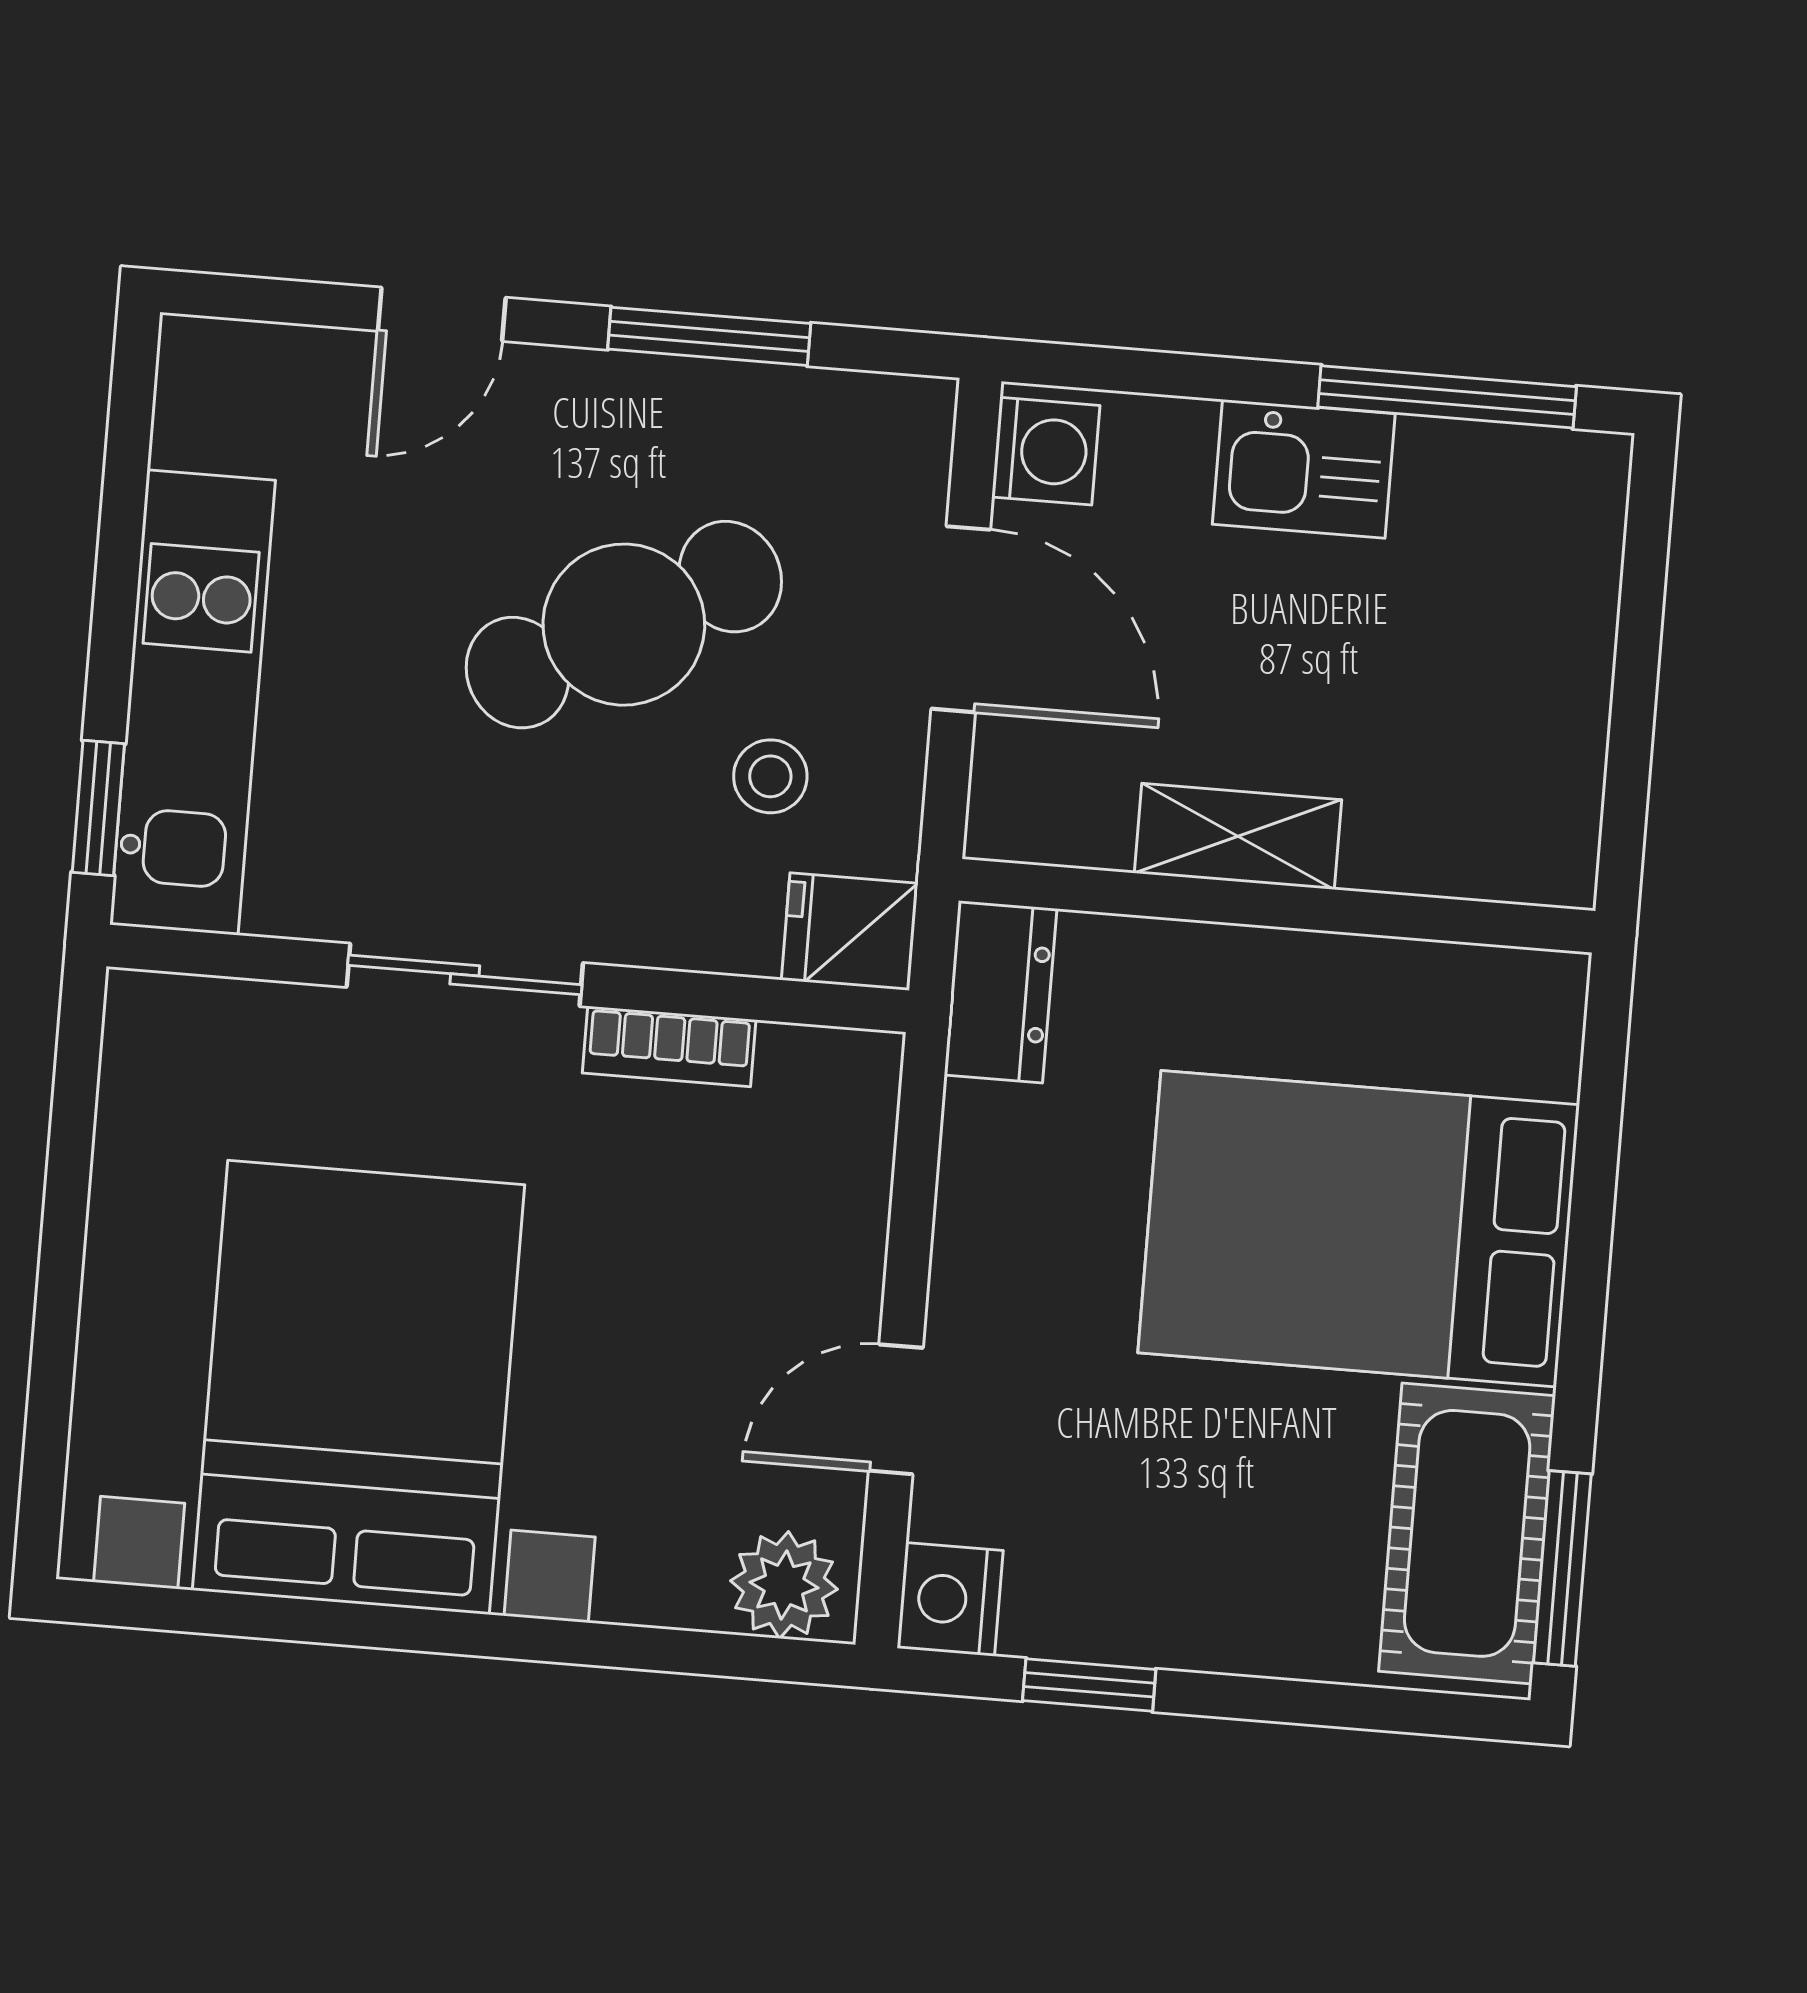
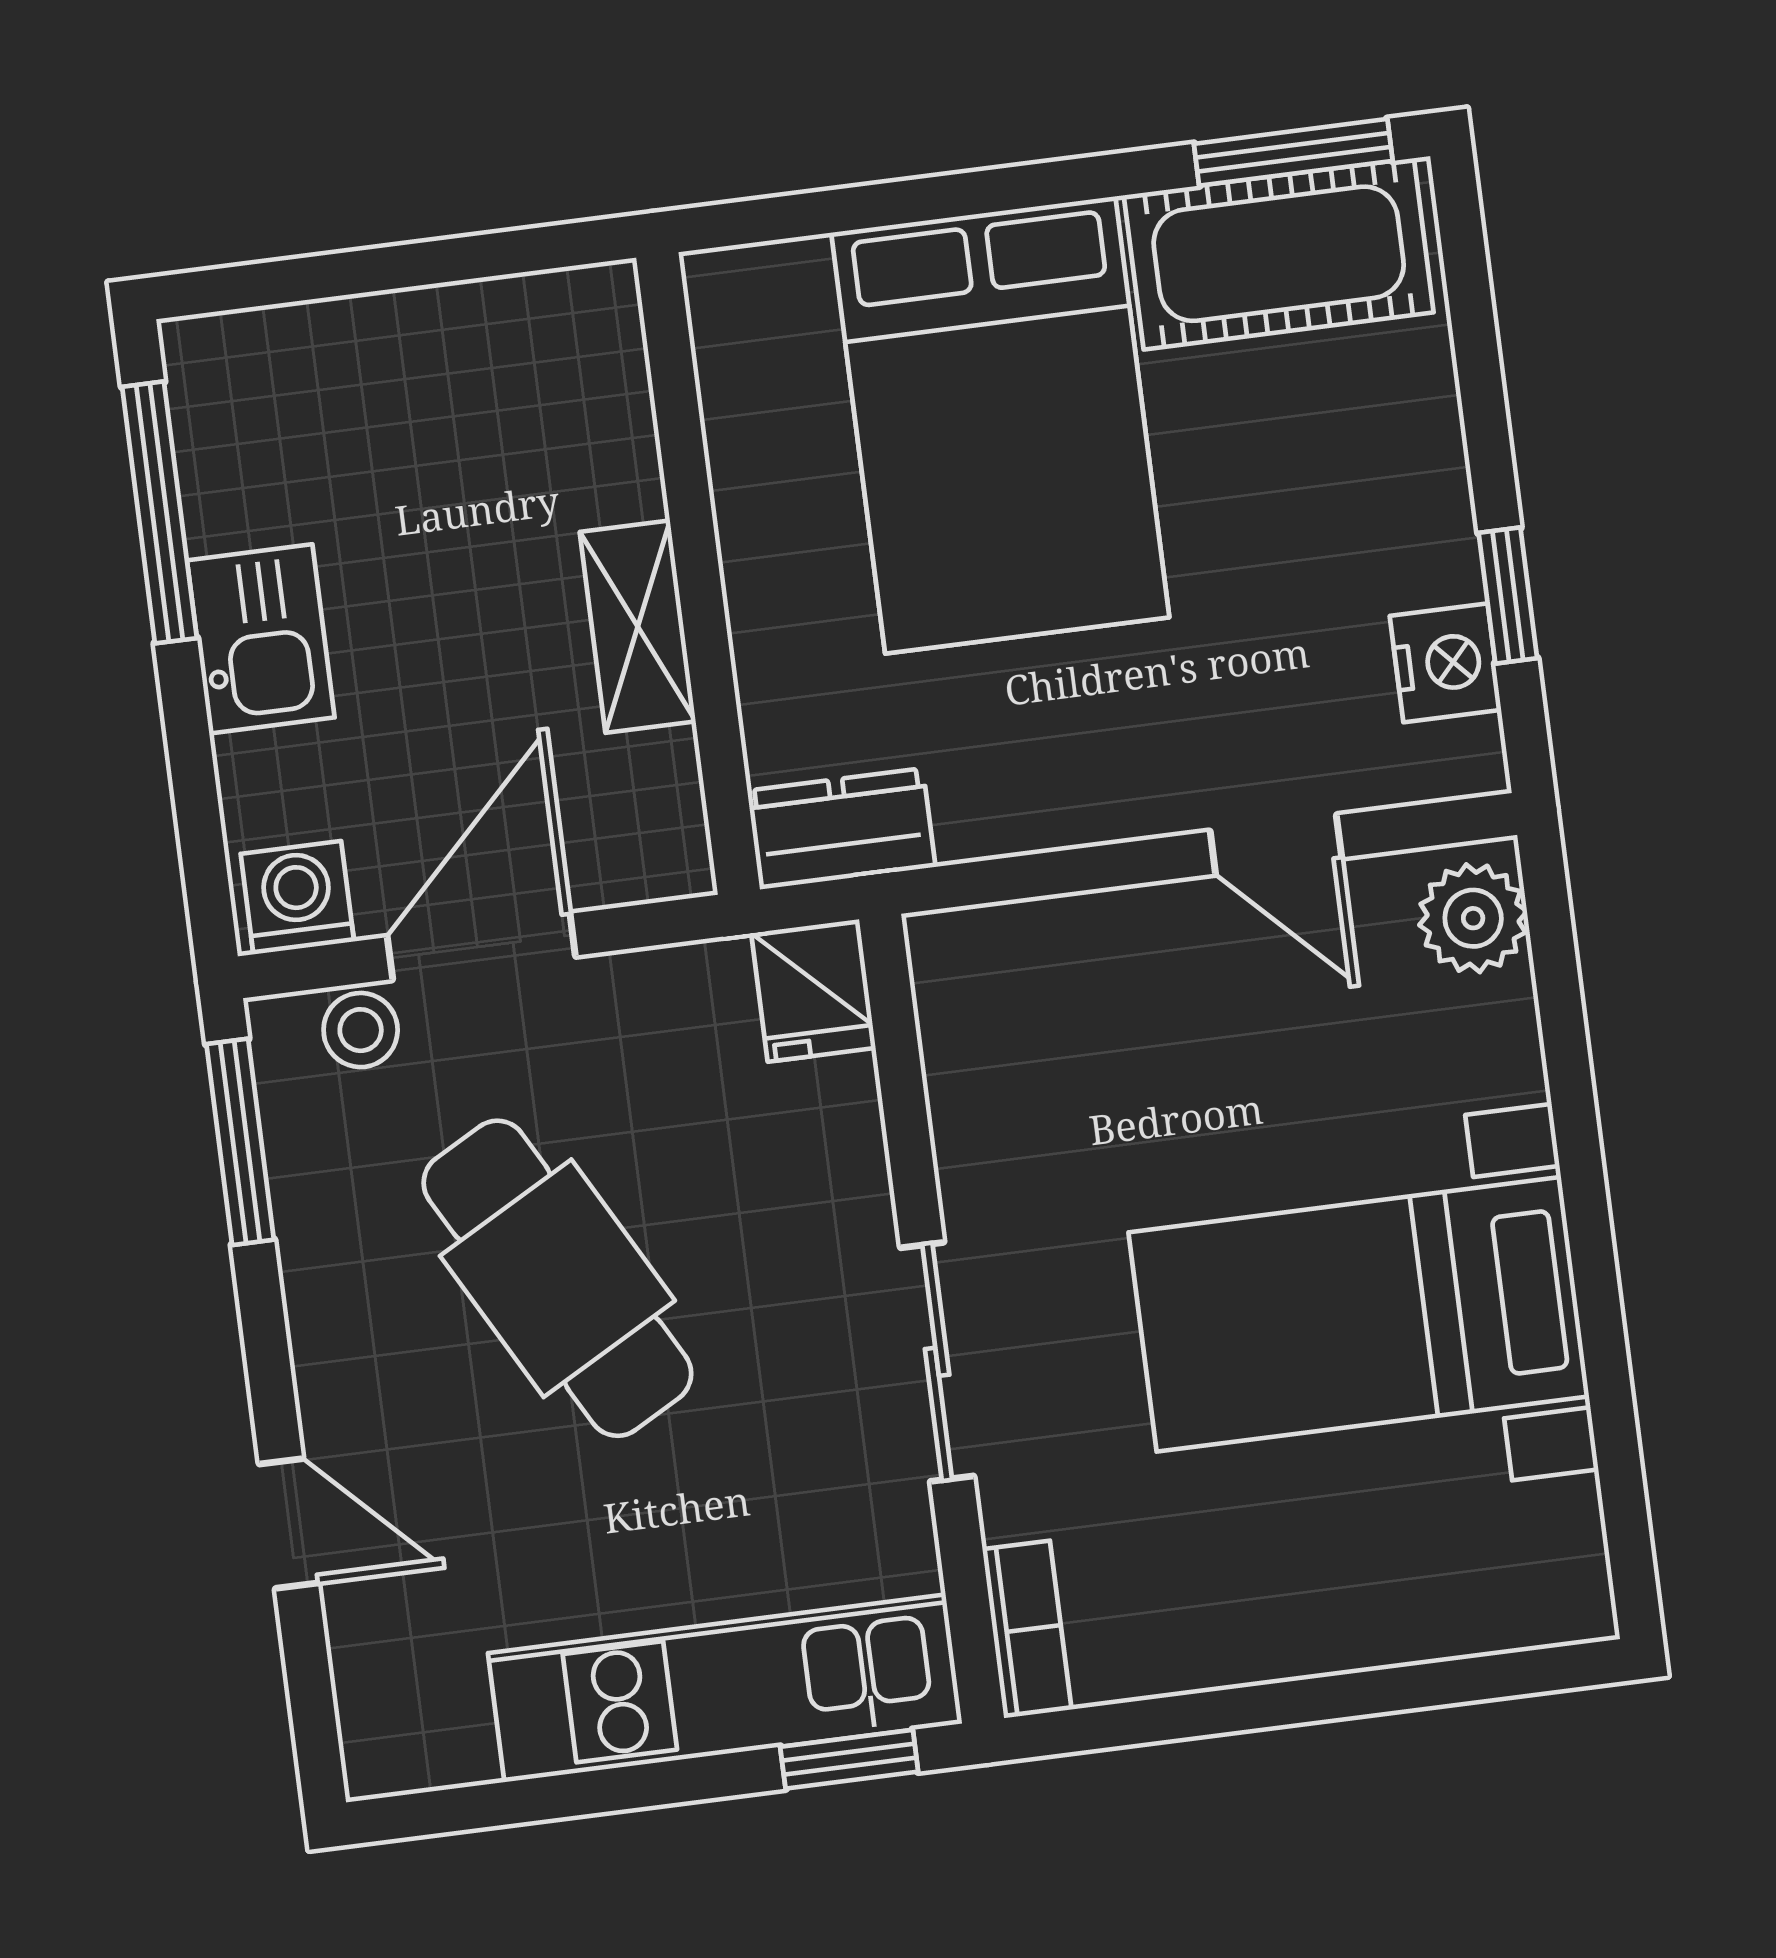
window: (709, 336) -> (240, 1142), moved
stool: (770, 776) -> (361, 1030), moved
bookcase: (669, 1046) -> (1027, 1629), moved
bed with nightstands: (359, 1387) -> (1359, 1314), width x0.73
nightstand: (950, 1599) -> (1445, 663), moved, turned -90

